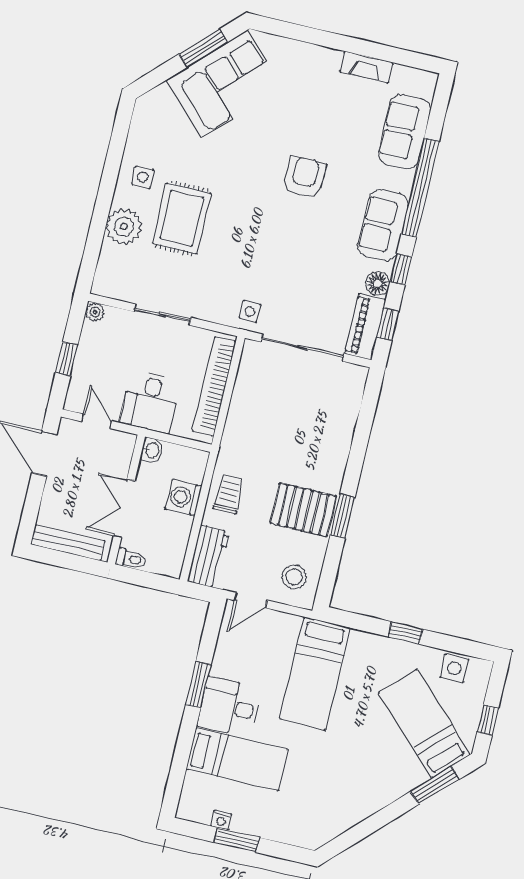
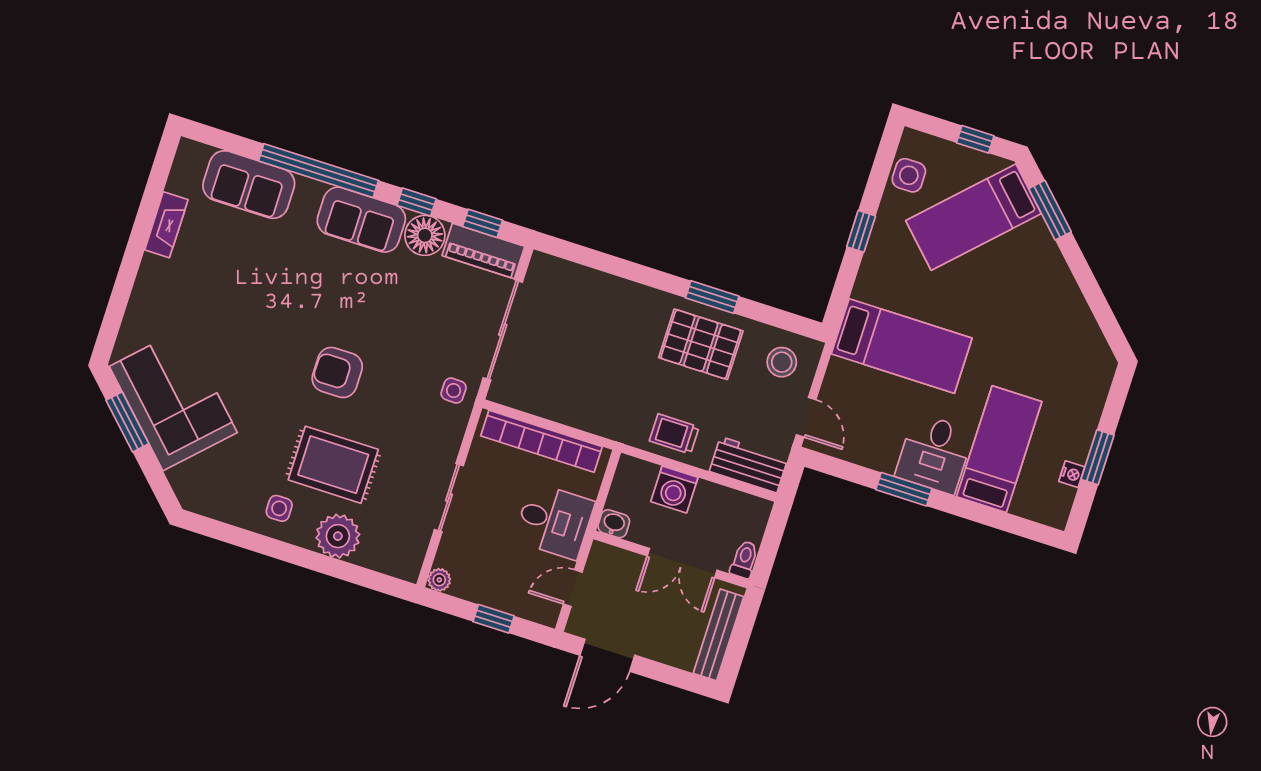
armchair: (304, 177) -> (337, 372), moved
floor lamp: (378, 284) -> (425, 235), width x1.38, depth x1.38
pallet: (303, 510) -> (701, 344), turned 90

